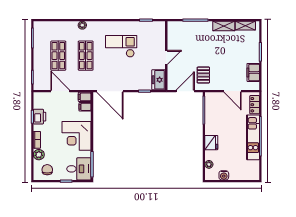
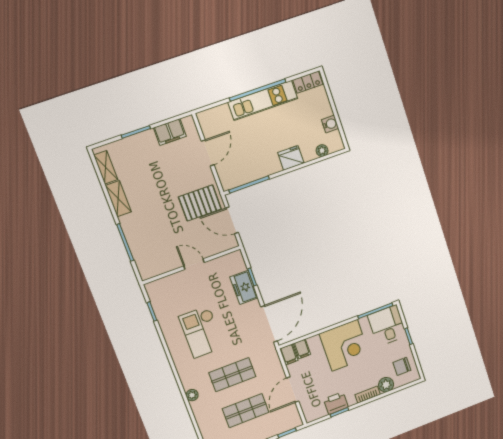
pallet: (203, 75) -> (200, 203), width x1.50, depth x1.42
freezer: (159, 80) -> (244, 287), moved, turned 90
locker: (255, 105) -> (308, 82), moved

